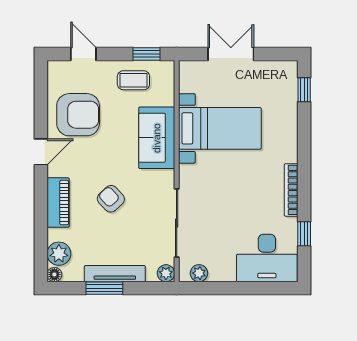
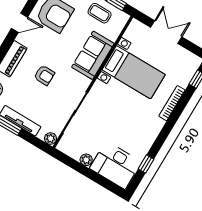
bookcase: (291, 190) -> (172, 103), moved
armchair: (111, 199) -> (44, 75), turned 134
plant: (199, 273) -> (86, 160), moved

